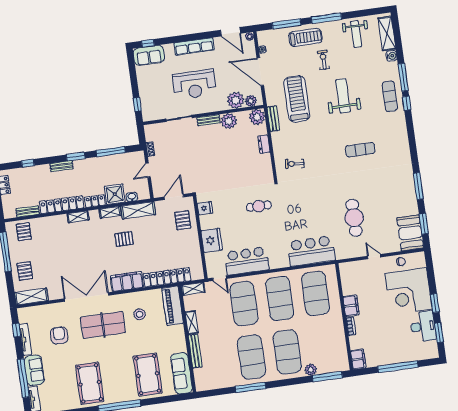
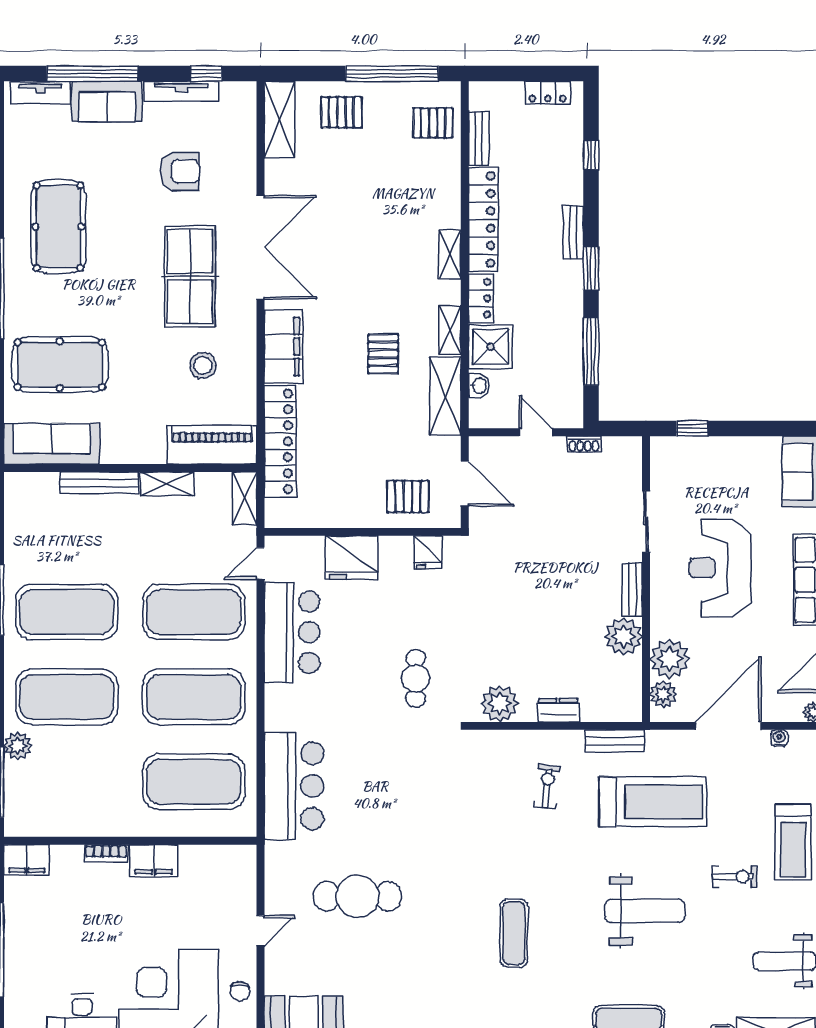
plant: (257, 117) -> (500, 703), moved
exercise bike: (295, 164) -> (547, 787), moved
pool table: (90, 383) -> (58, 227), turned 90

